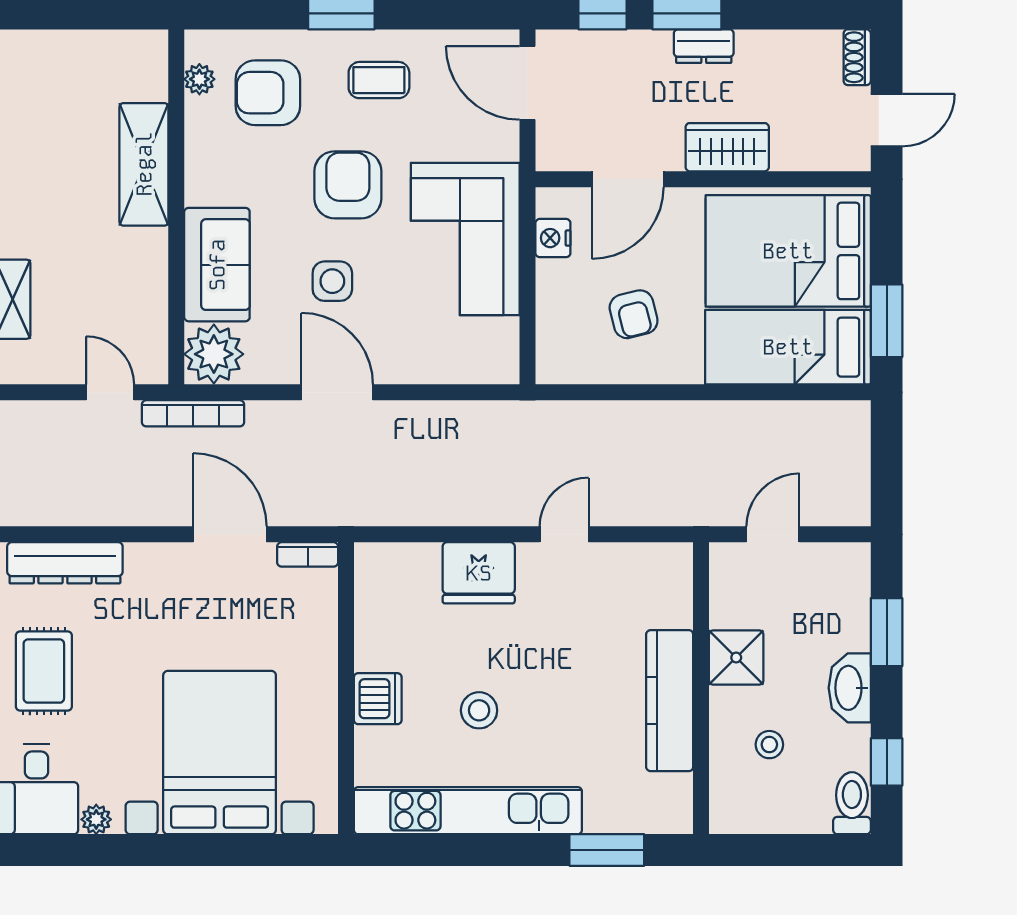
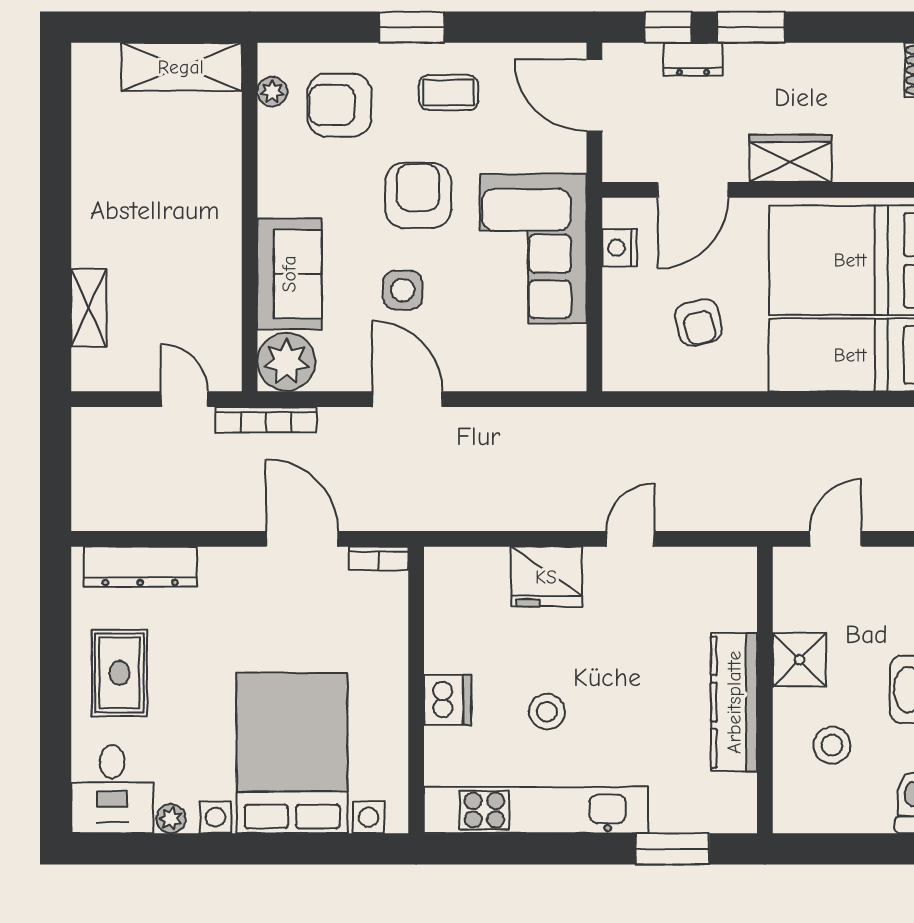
dresser: (704, 46) -> (693, 59), moved
shelving: (144, 164) -> (181, 67), moved, turned 90
stool: (769, 745) -> (832, 745), width x1.37, depth x1.37

